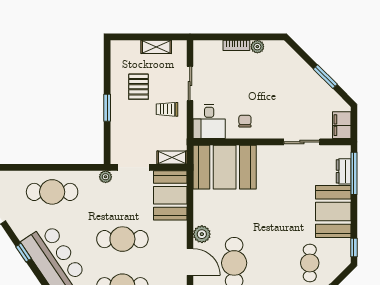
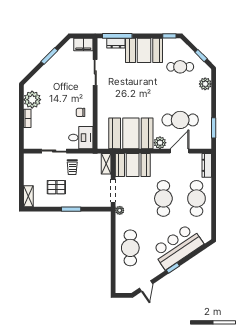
shelving: (156, 47) -> (28, 196), moved
plant: (257, 47) -> (32, 100), width x1.88, depth x1.88
booth: (225, 167) -> (131, 133), moved, turned 90

